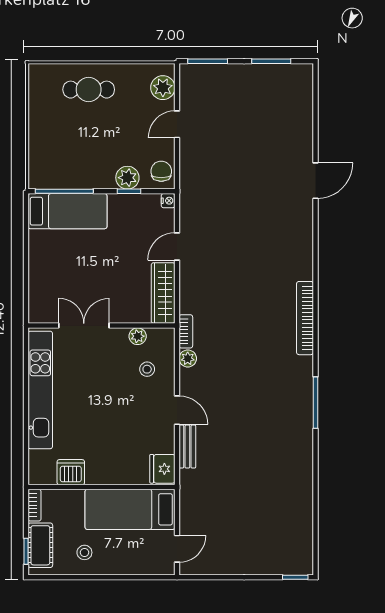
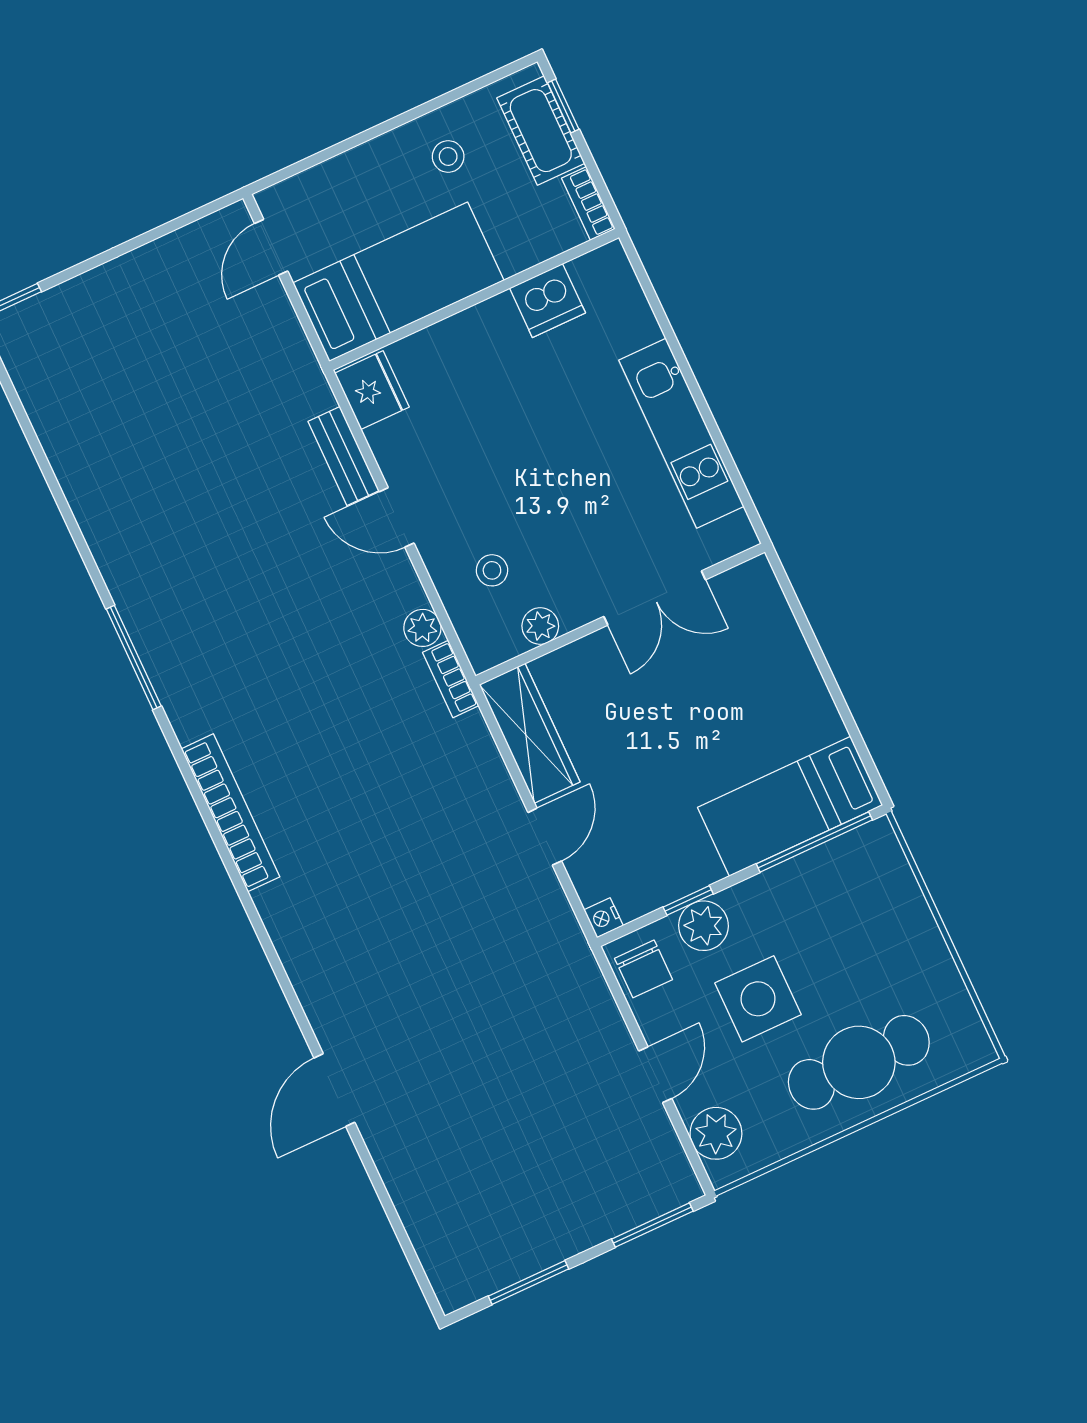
cafe table: (89, 90) -> (859, 1062), width x1.37, depth x1.35
side table: (119, 136) -> (758, 999), added
kitchen unit: (40, 390) -> (681, 433), width x0.73

